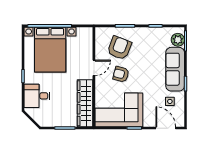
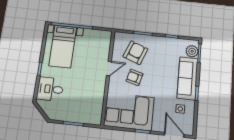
bed with nightstands: (50, 50) -> (63, 46), width x0.73
wardrobe: (85, 103) -> (96, 101), removed

